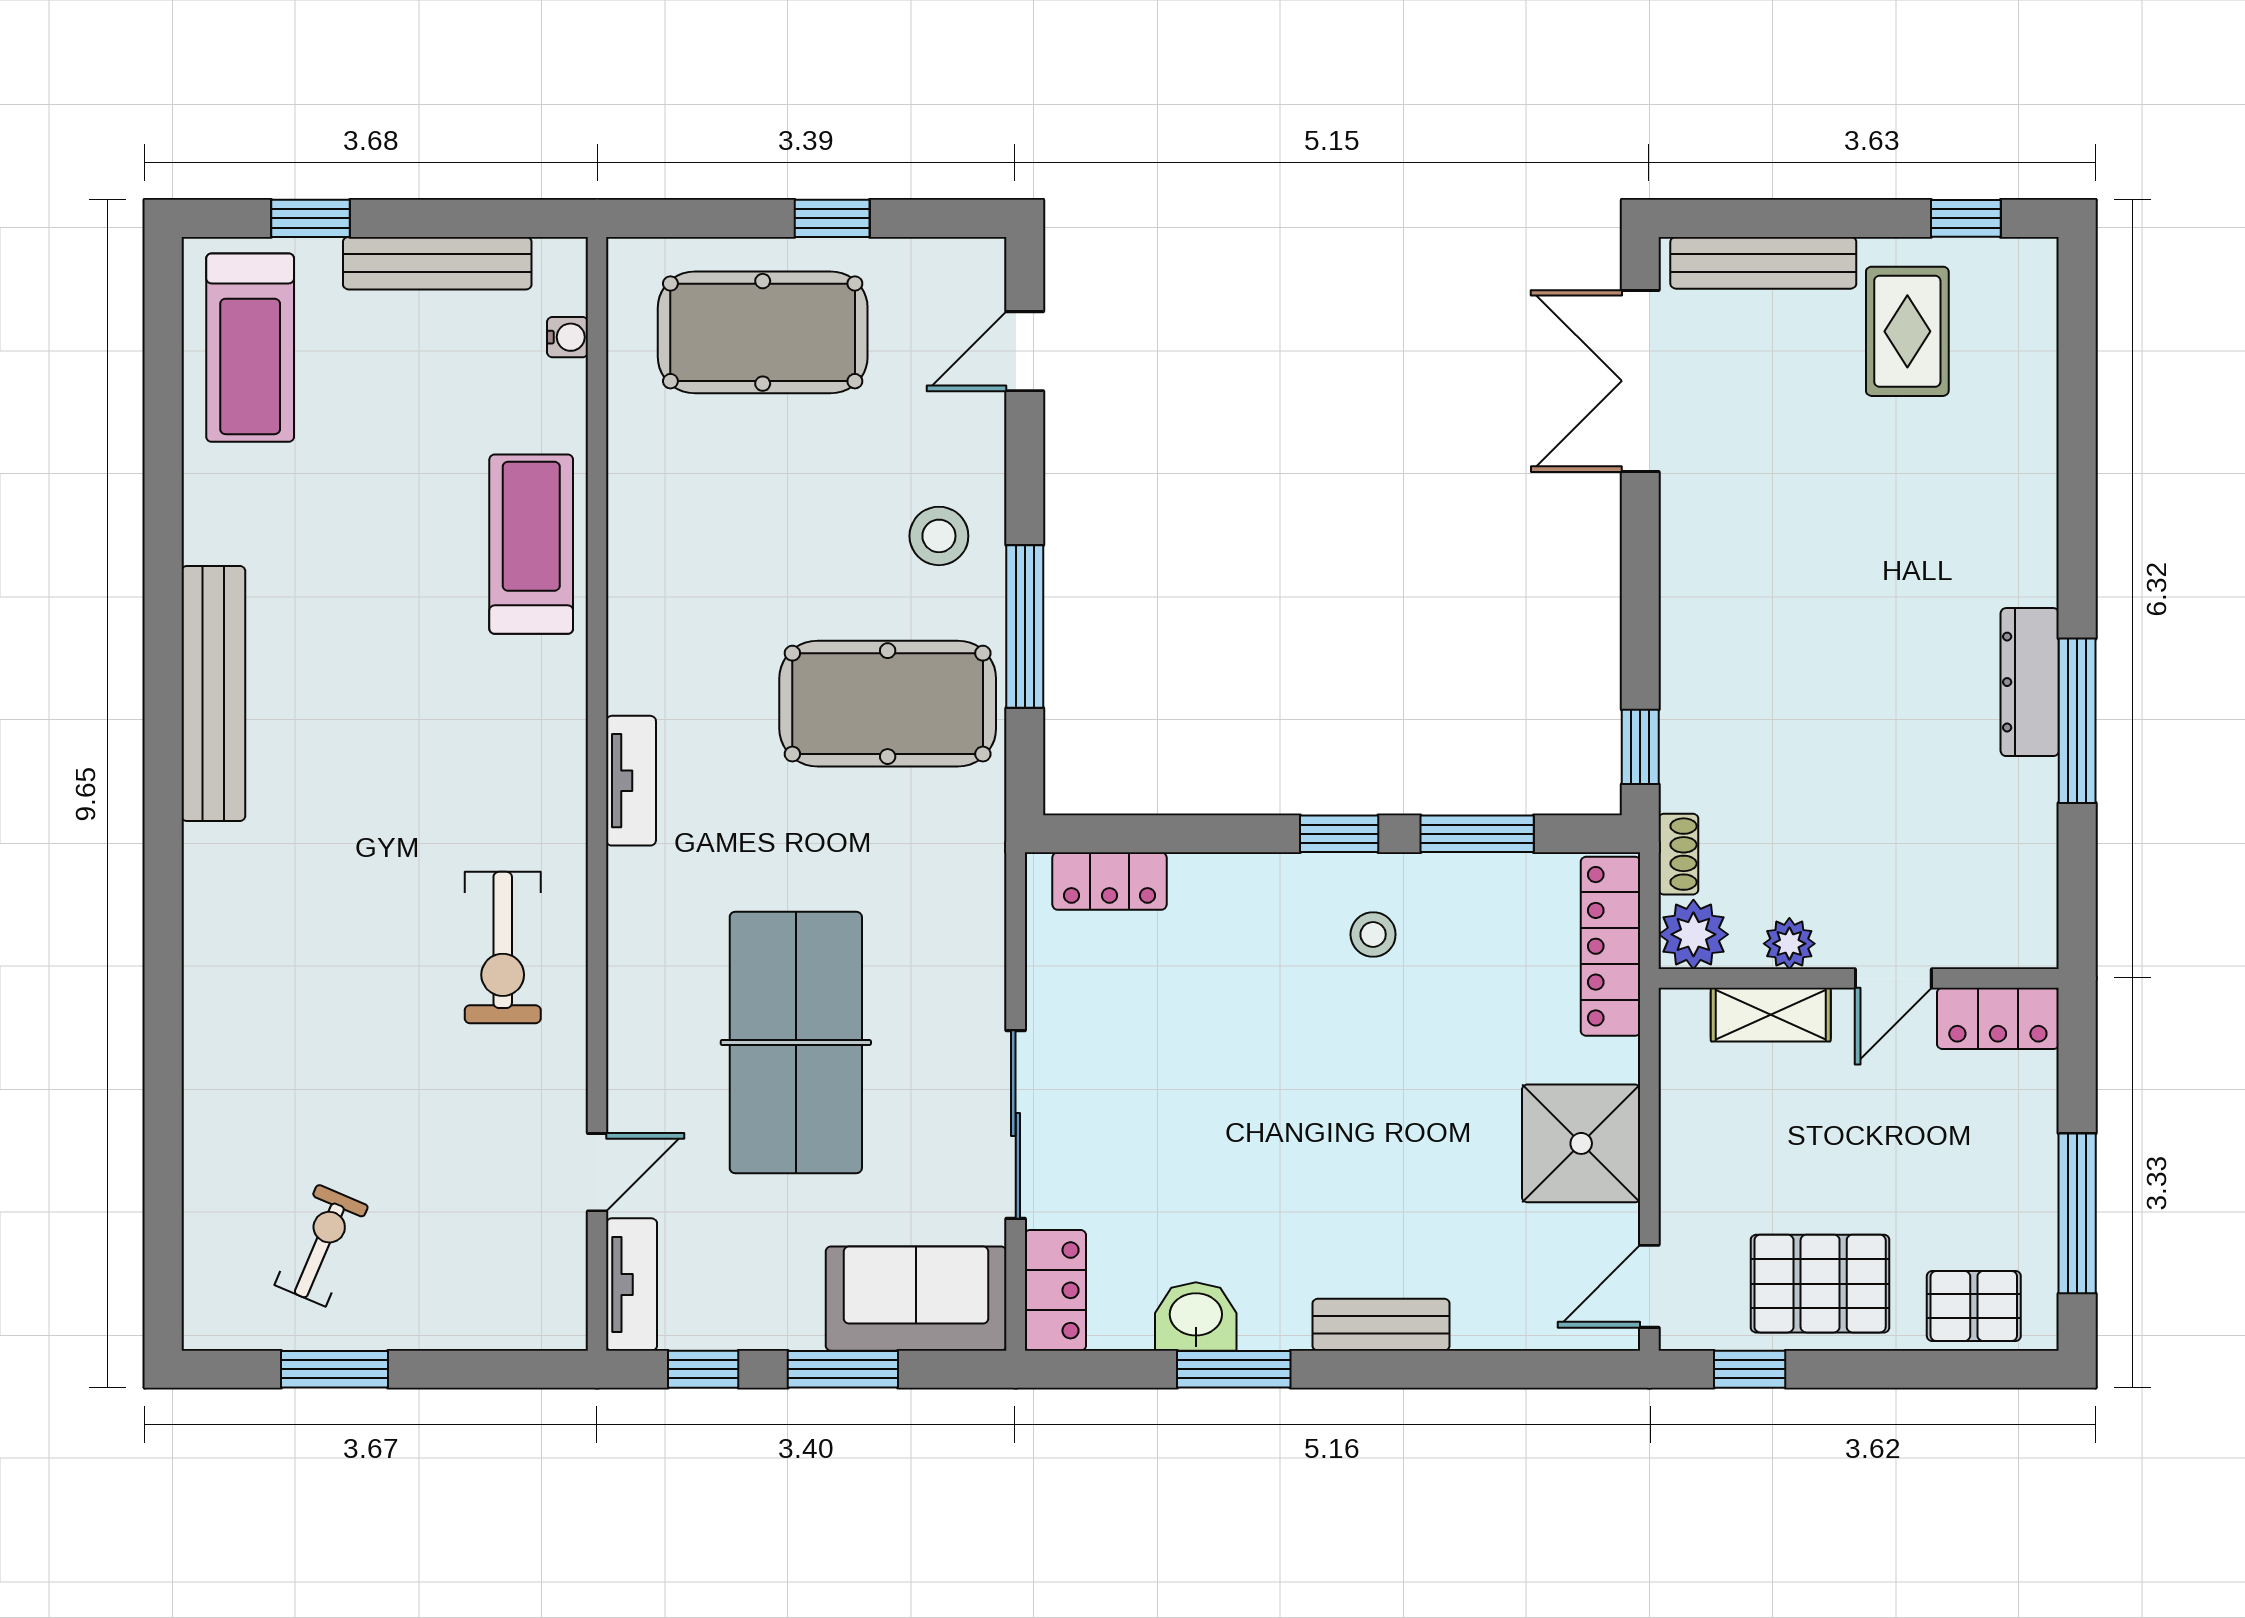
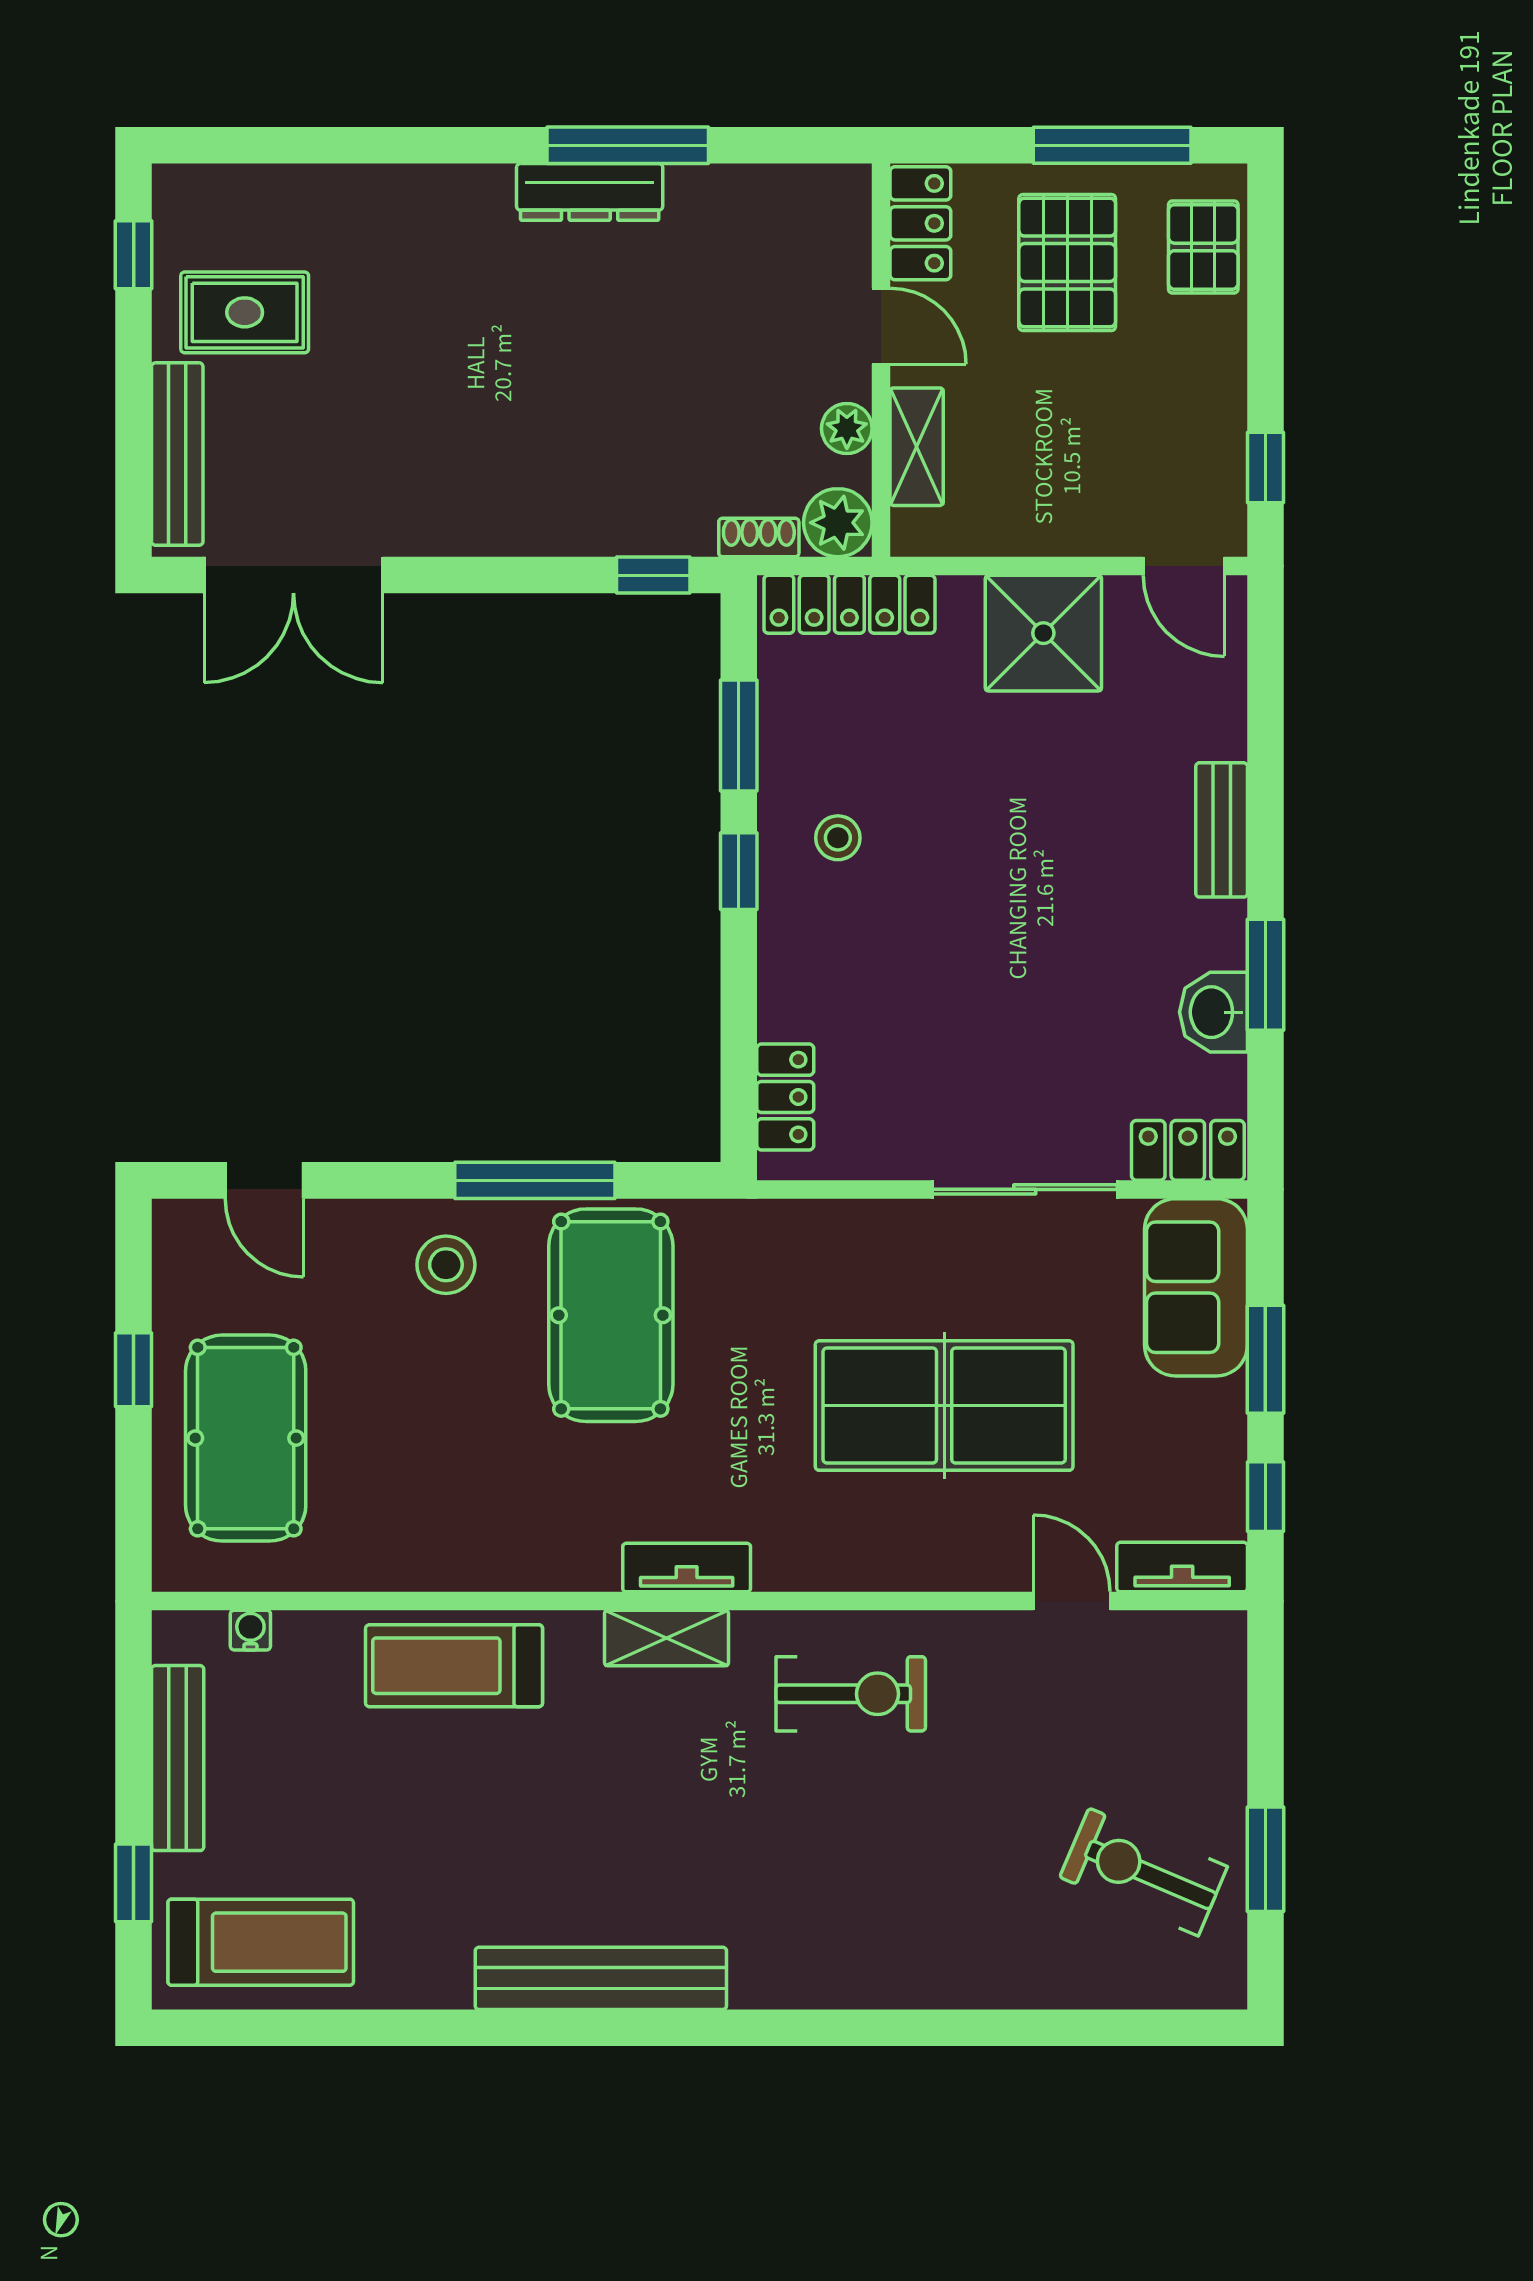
shelving: (559, 760) -> (667, 1638), added
exercise bike: (322, 1245) -> (1144, 1872), width x1.38, depth x1.39
pallet: (1820, 1284) -> (1067, 263), moved

